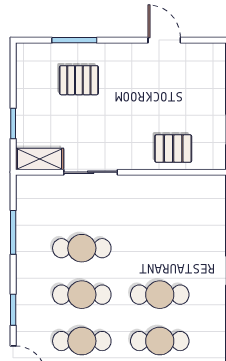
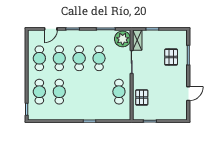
plant: (37, 193) -> (123, 39), added
cafe table: (160, 295) -> (119, 92), moved

